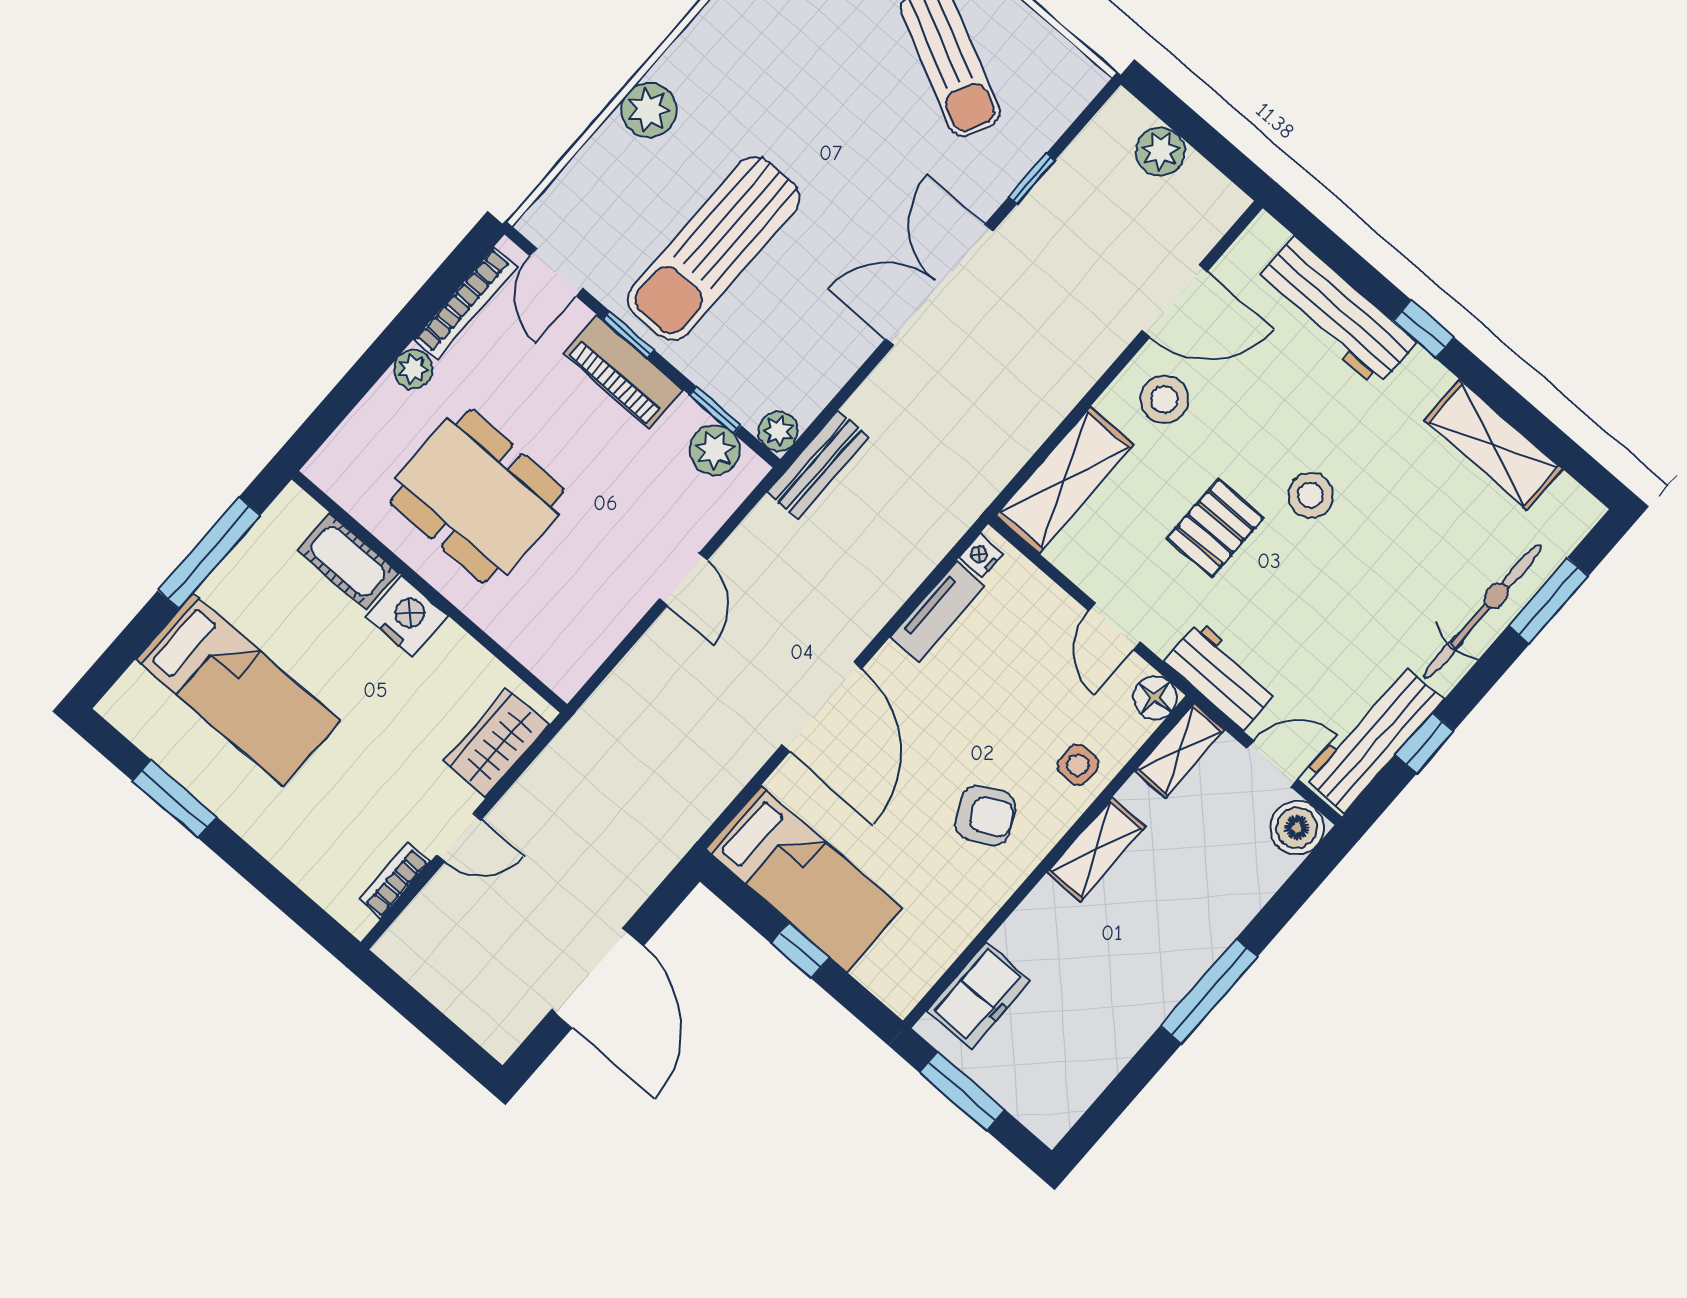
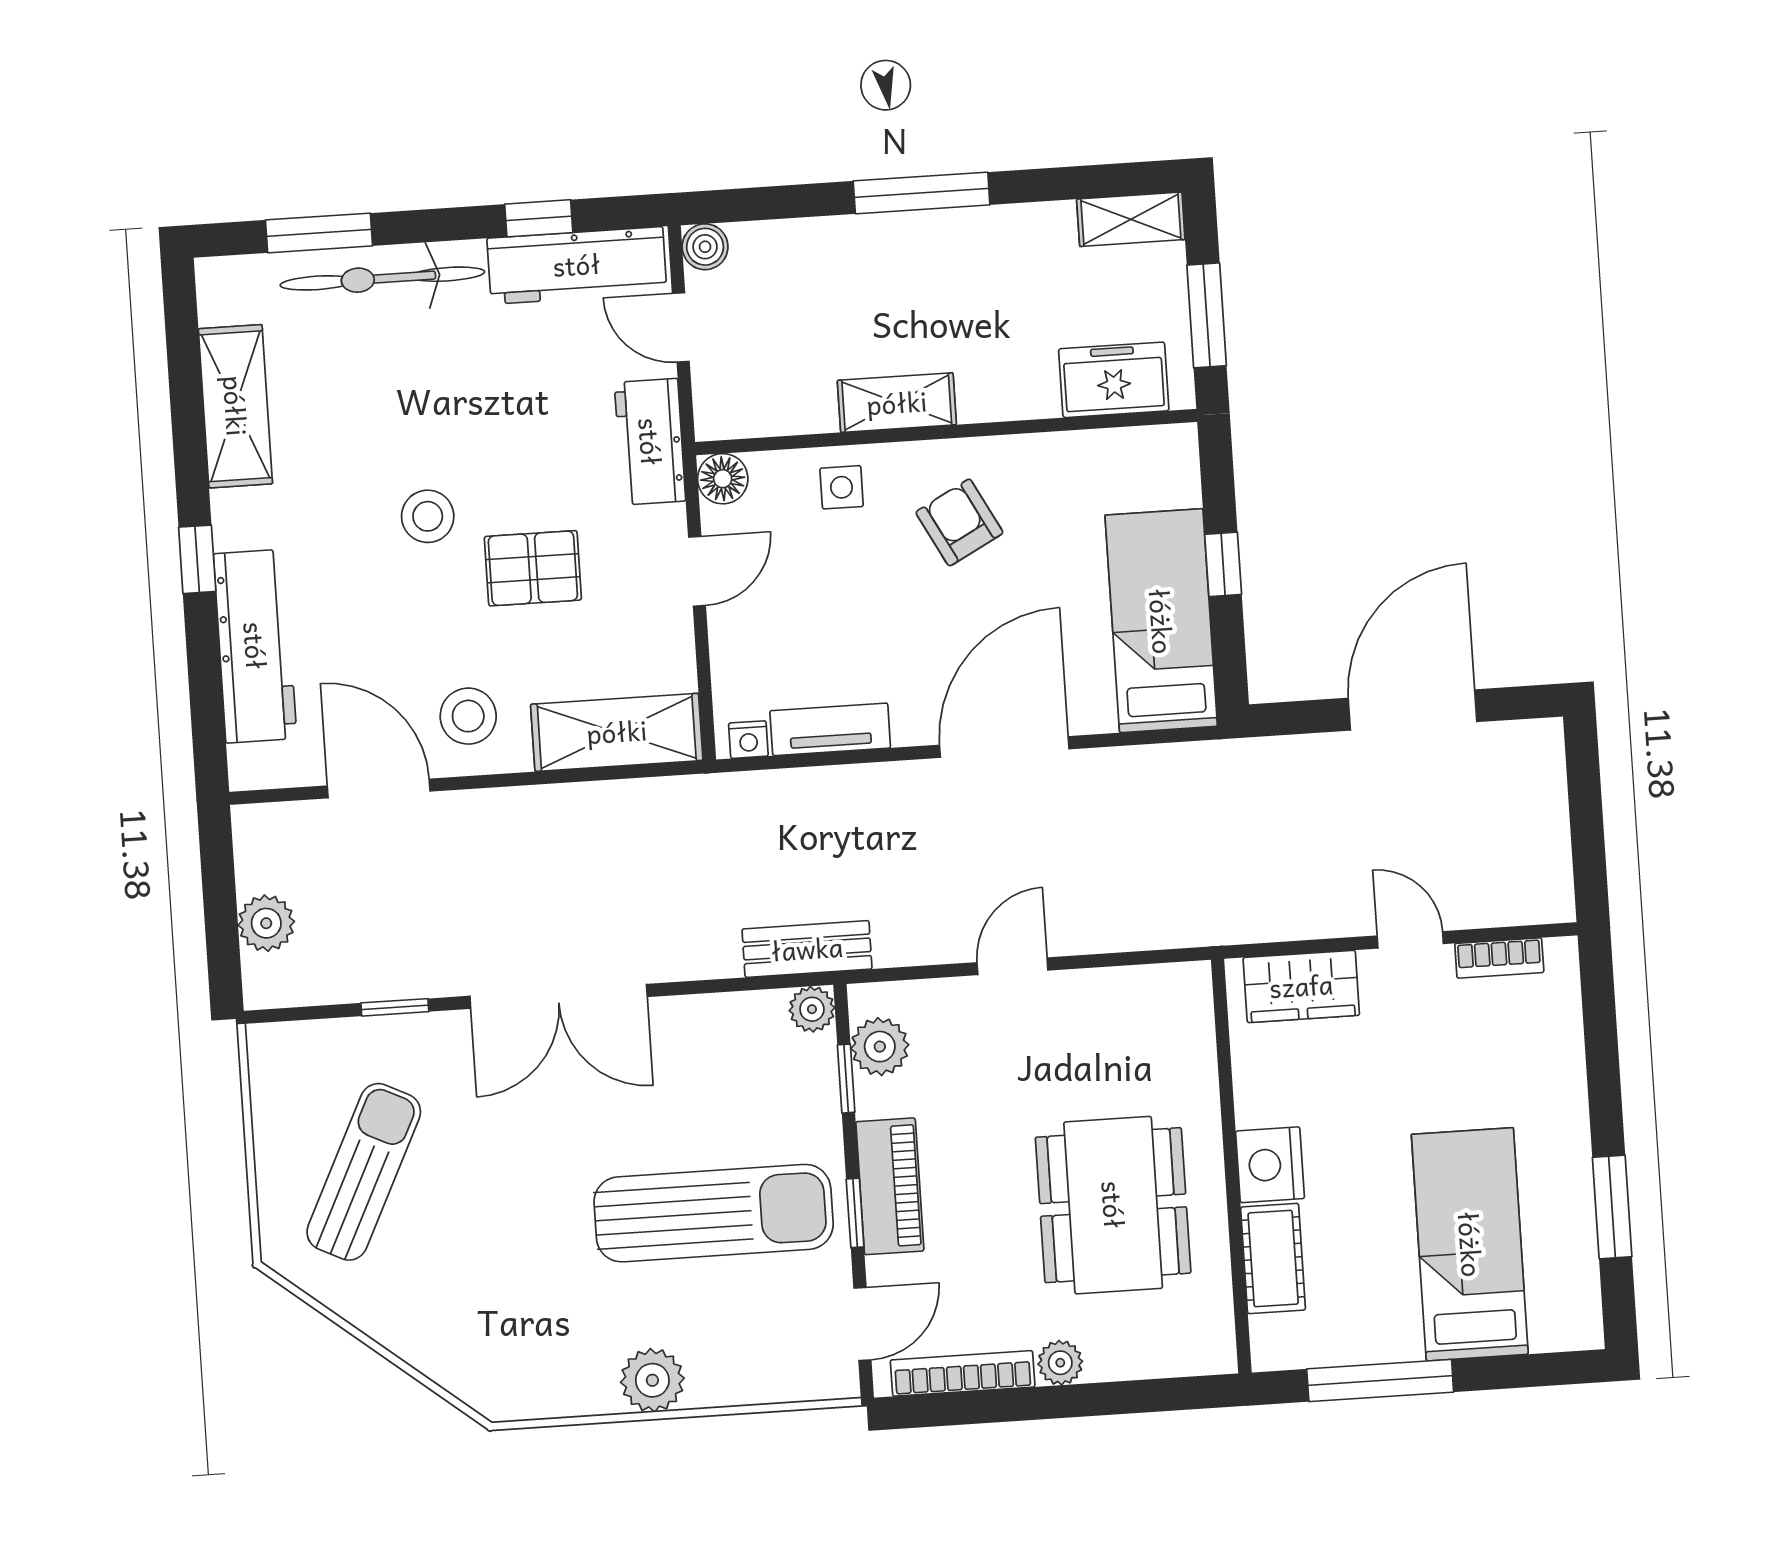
shelving: (1180, 751) -> (1131, 219), moved
boiler: (1297, 828) -> (705, 247), width x0.73, depth x0.73

